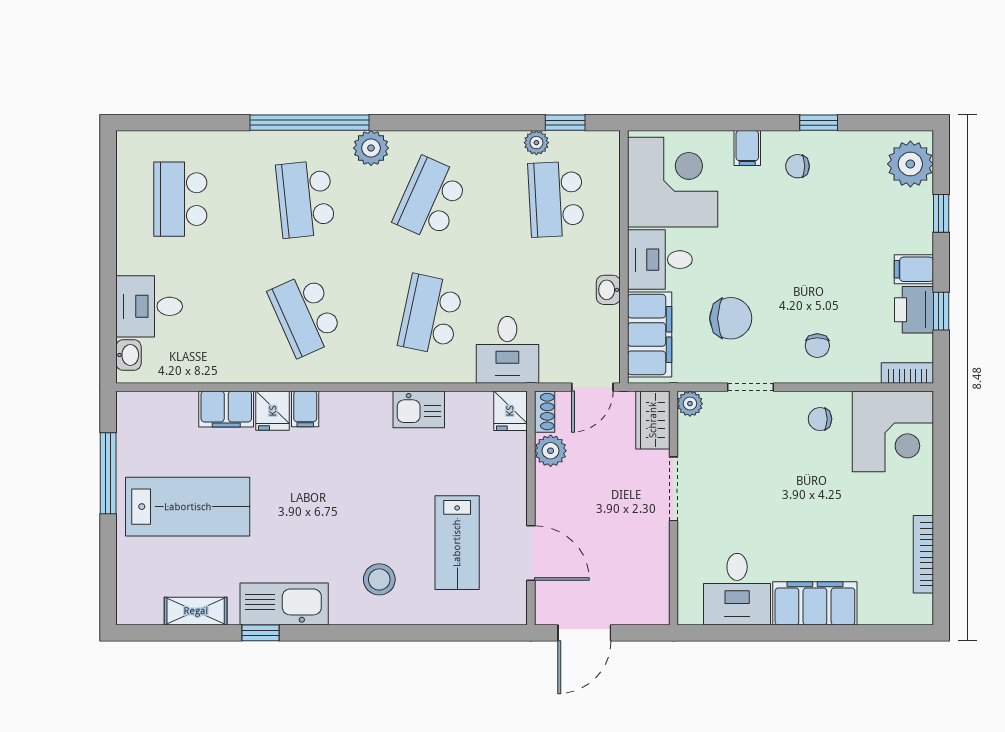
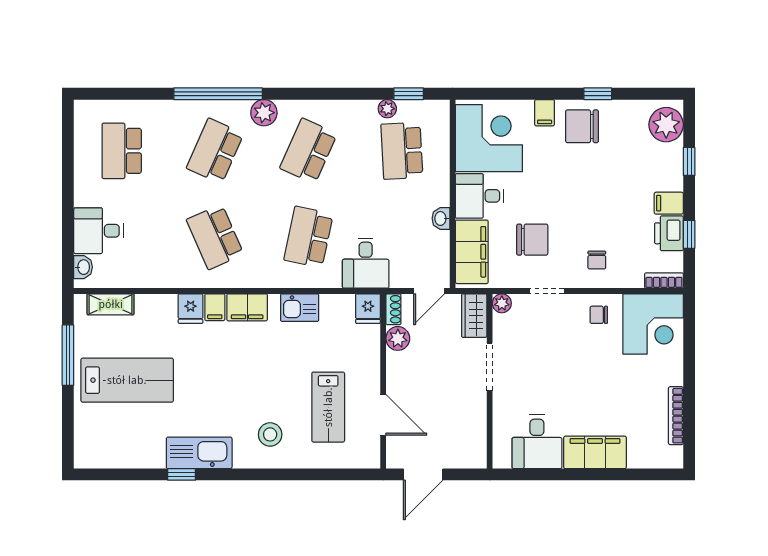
chair: (797, 166) -> (582, 126), width x1.87, depth x1.87
school desk: (305, 199) -> (215, 151), turned 30
filing cabinet: (226, 409) -> (247, 307), moved
shelving: (196, 611) -> (111, 304), moved

